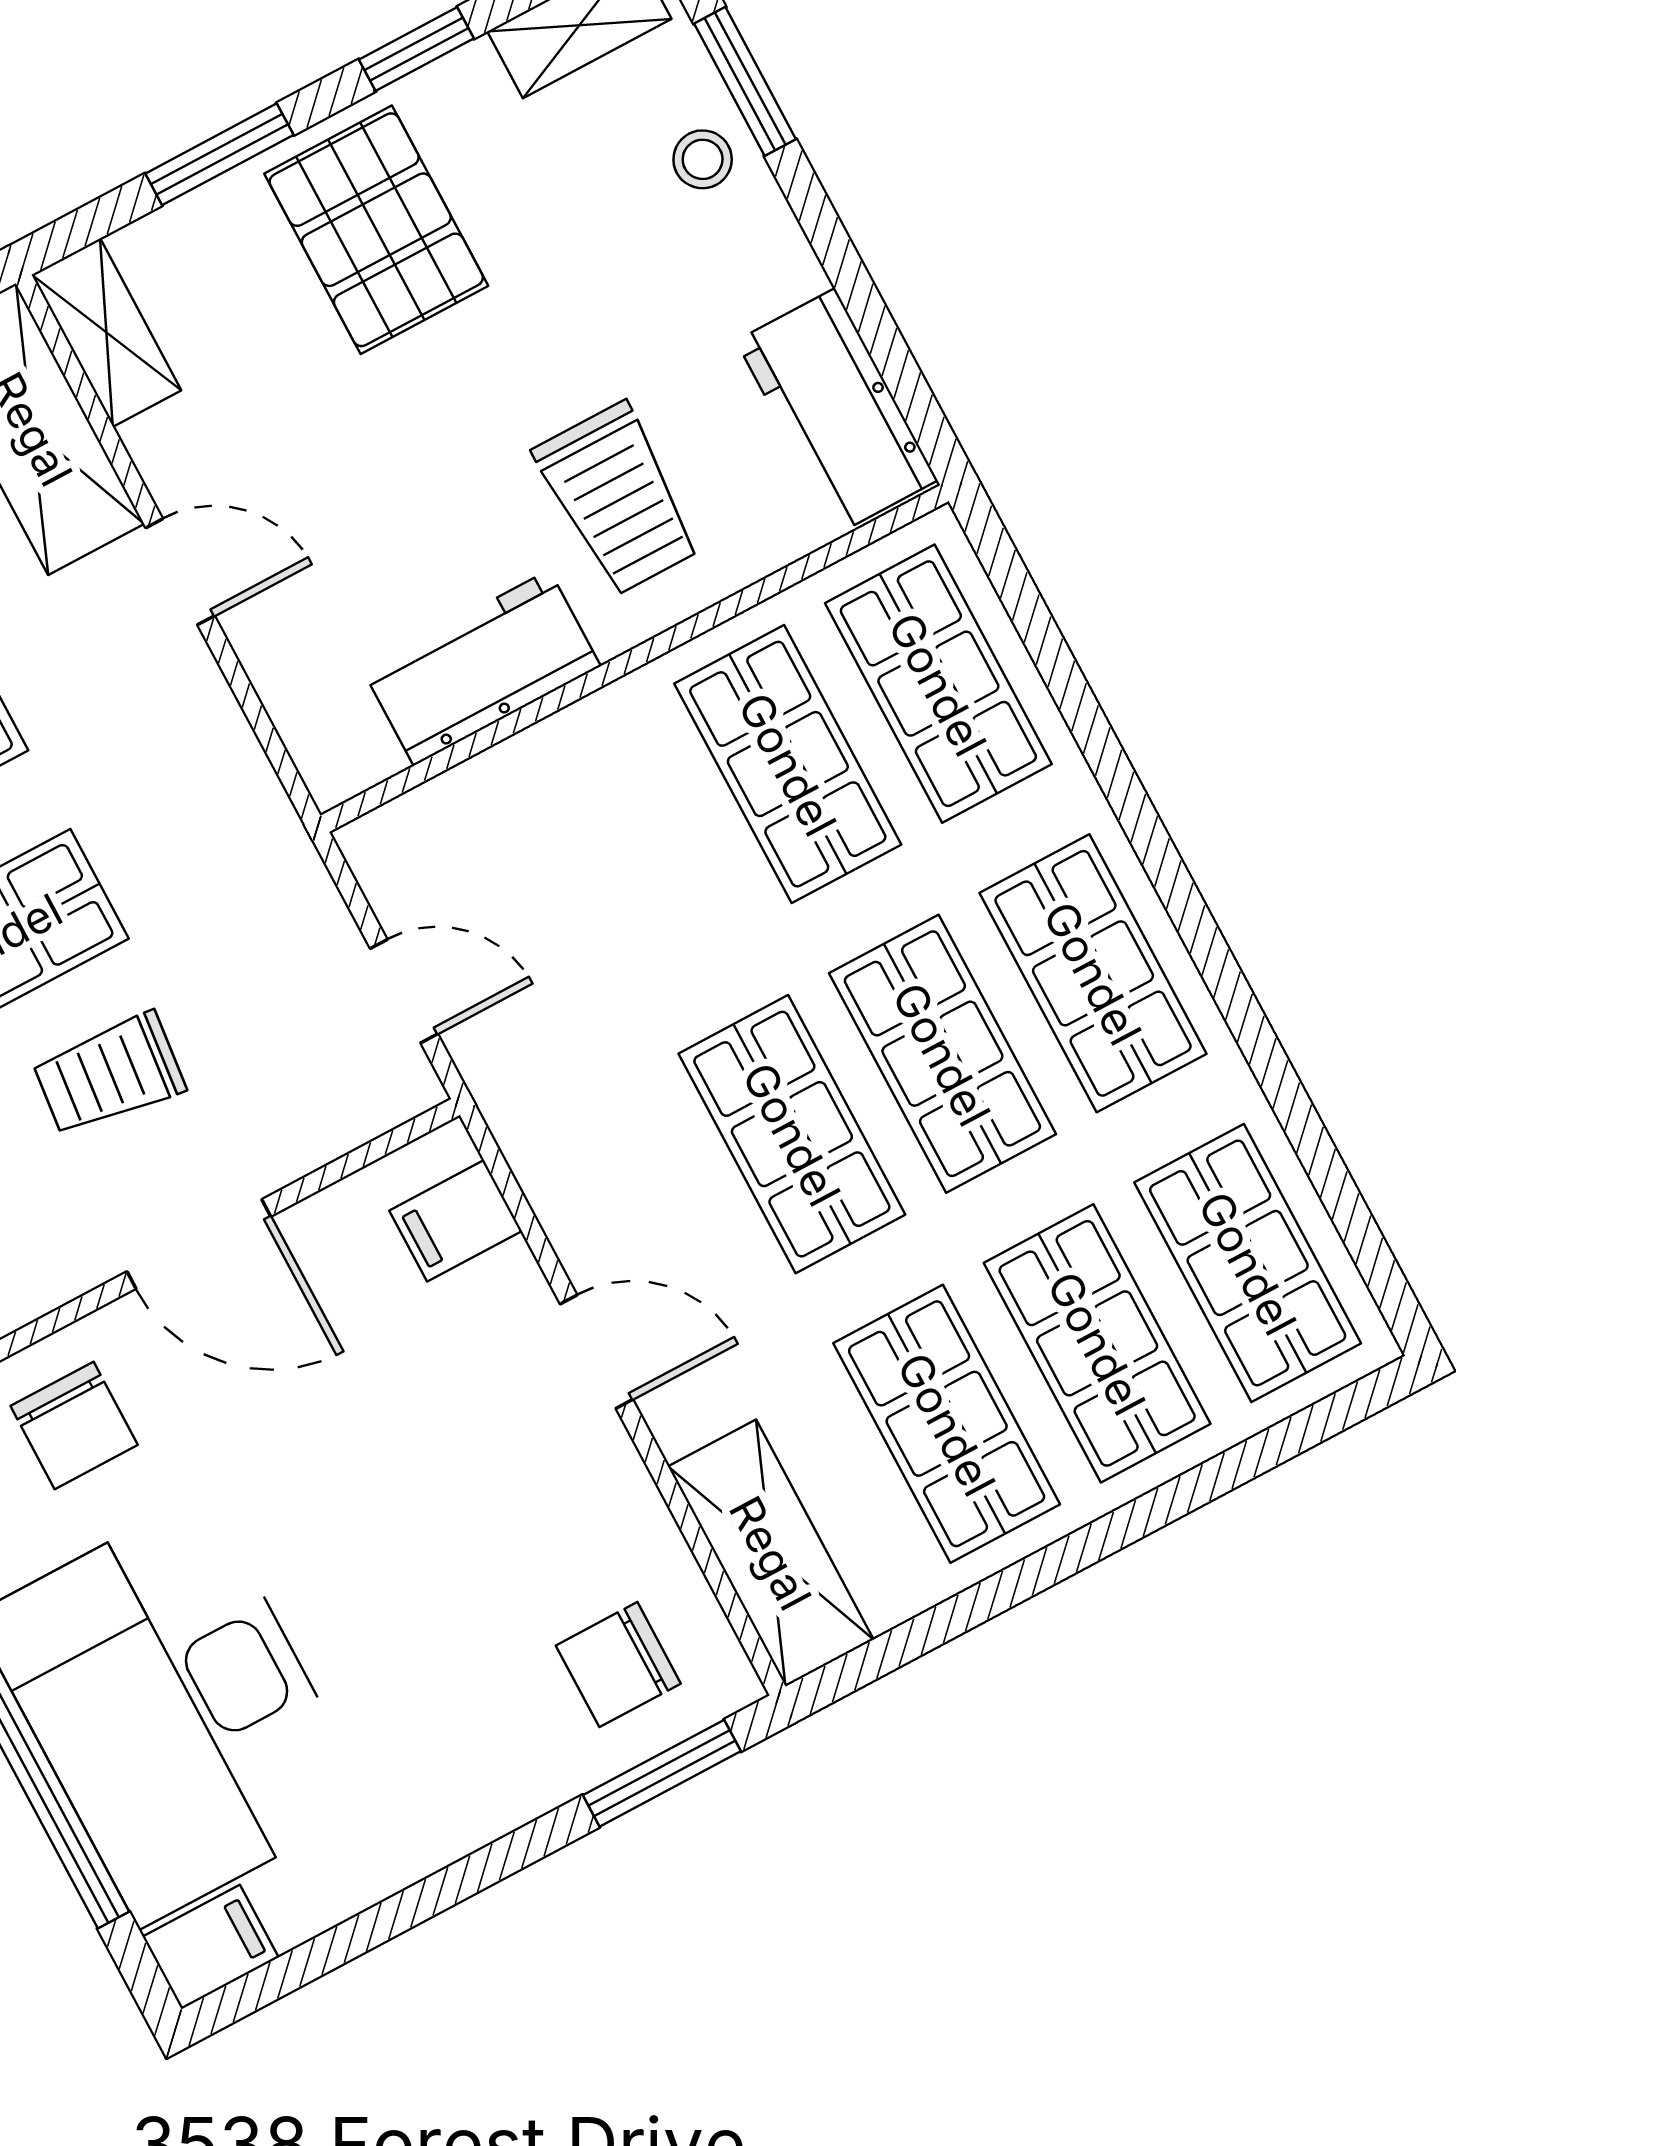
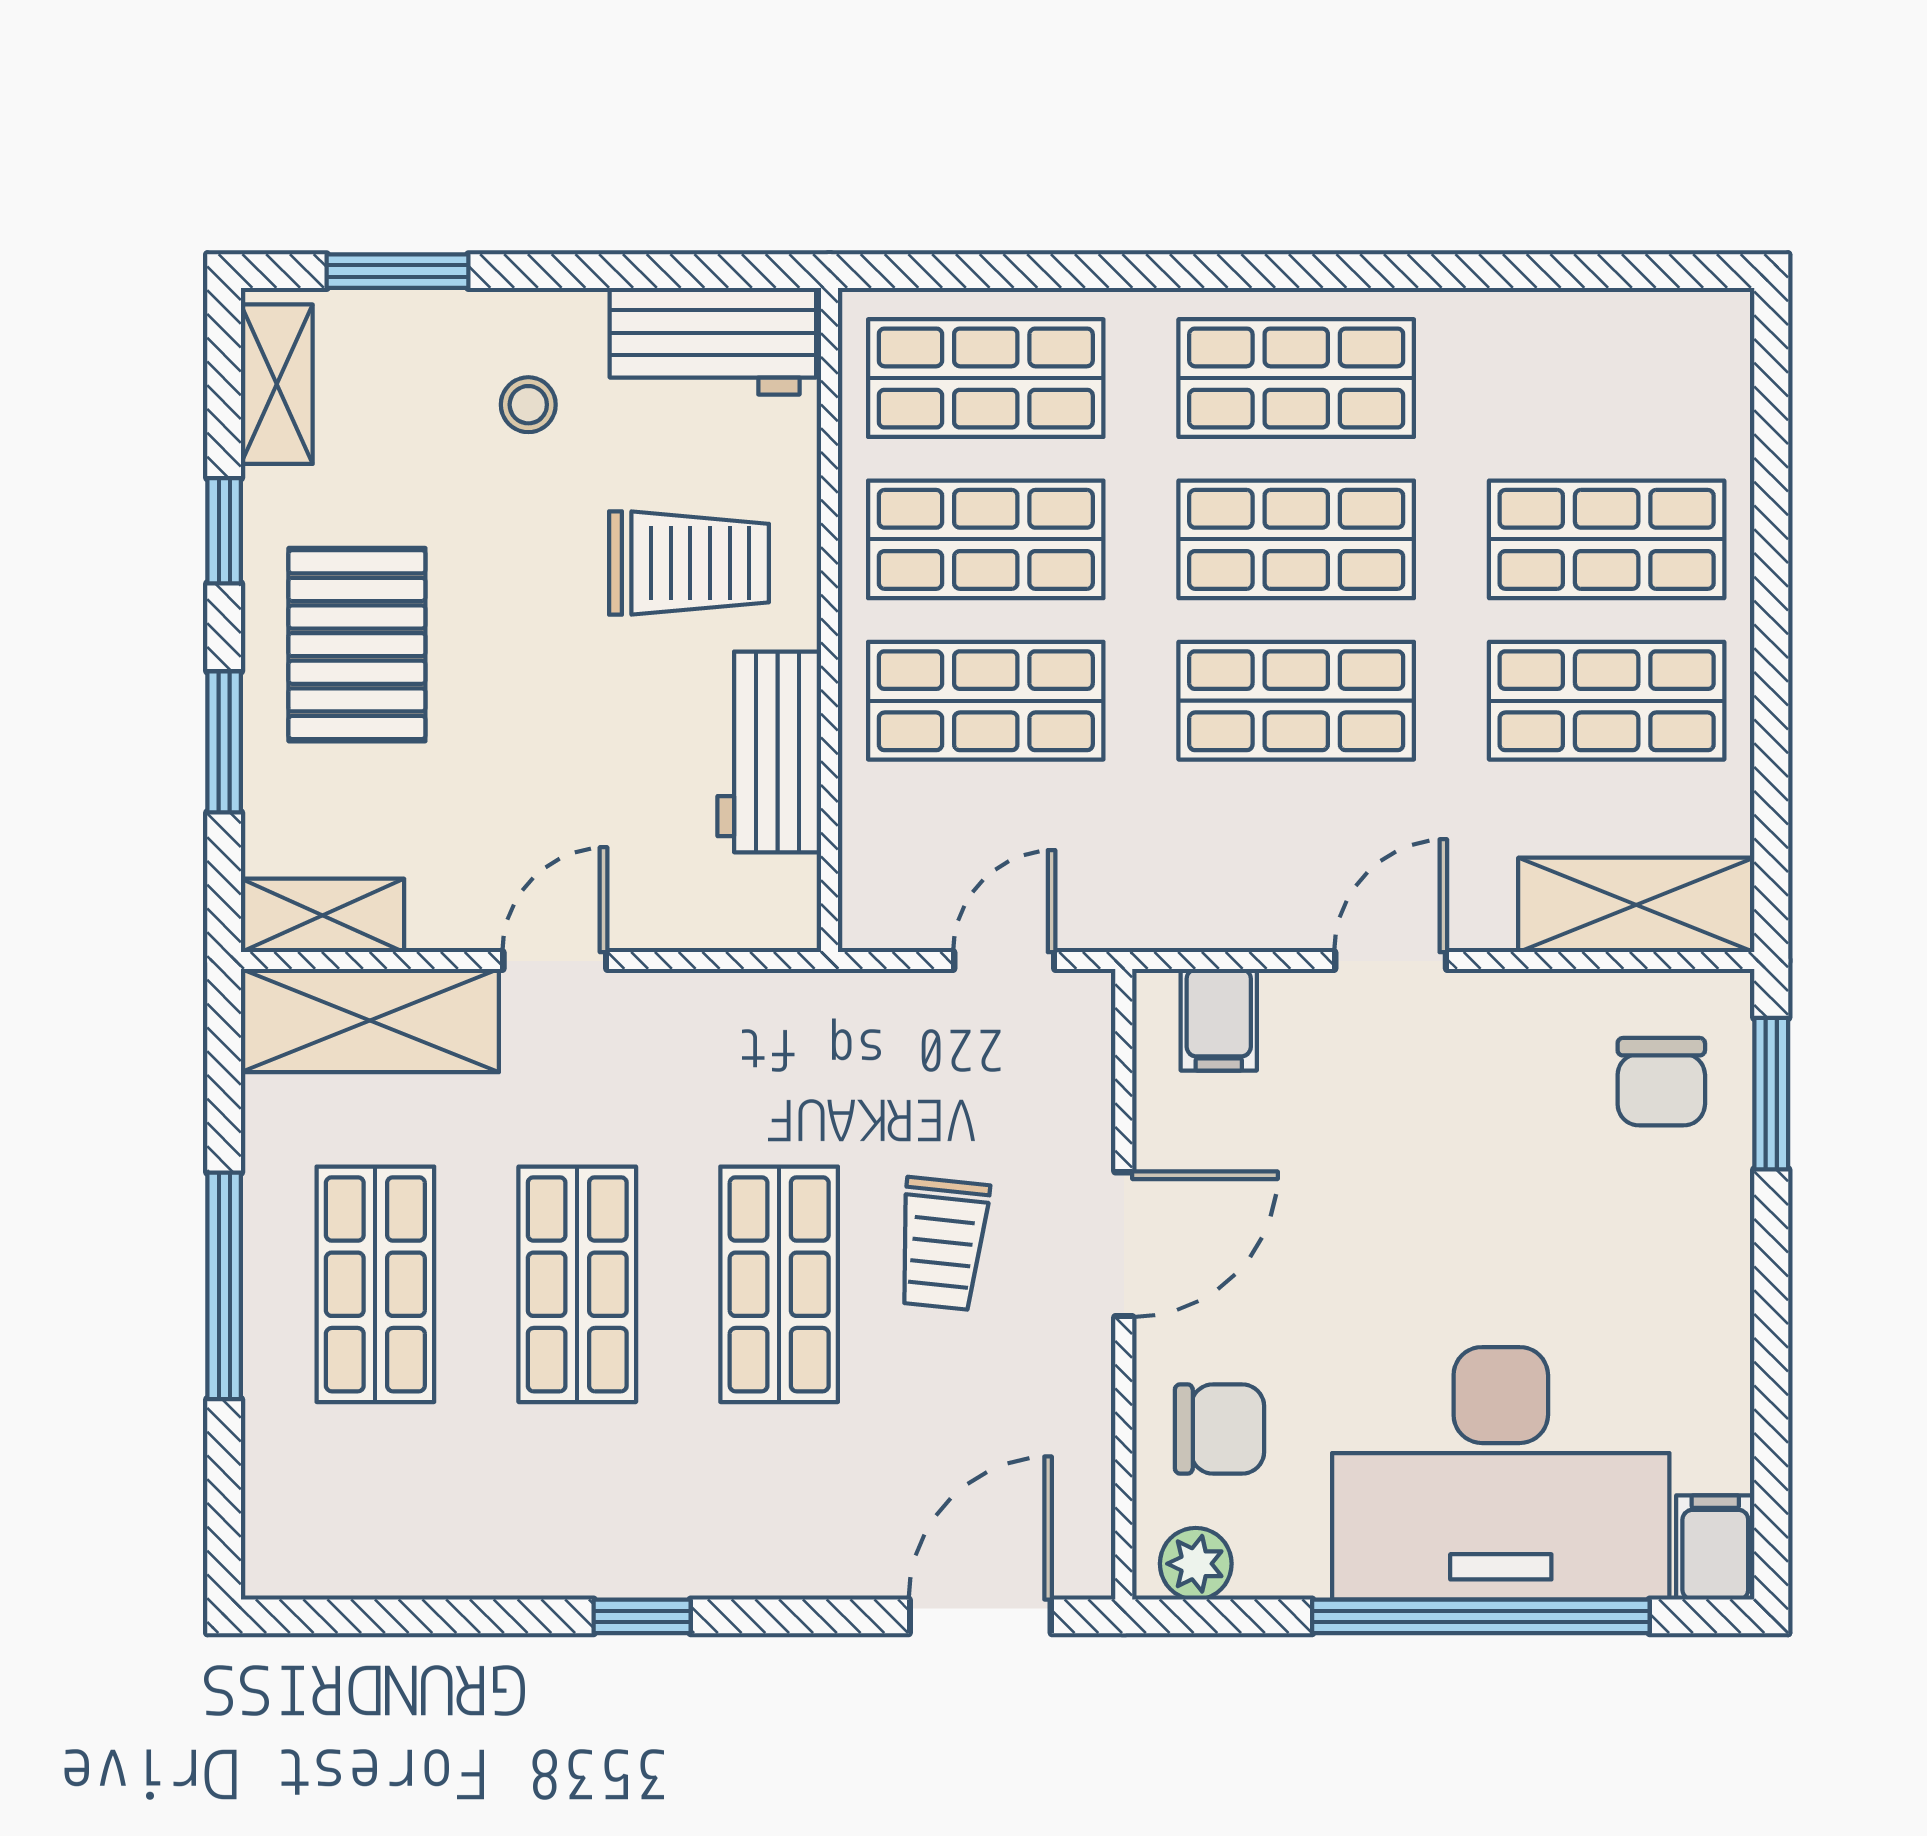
stool: (703, 159) -> (528, 405), moved
pallet: (376, 230) -> (357, 645), turned 90
shop shelf: (1248, 1263) -> (986, 701), moved

